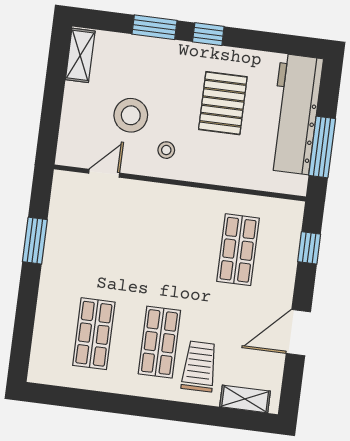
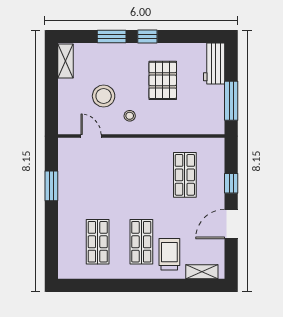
workbench: (295, 114) -> (214, 64), width x0.53, depth x0.76
door: (104, 173) -> (91, 136), hinge flipped
window: (309, 248) -> (231, 183), moved

